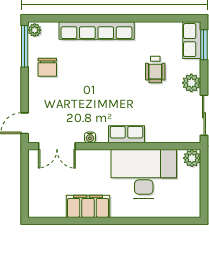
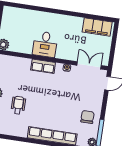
desk: (144, 174) -> (45, 44), width x0.53, depth x0.77
filing cabinet: (88, 206) -> (97, 27), moved

